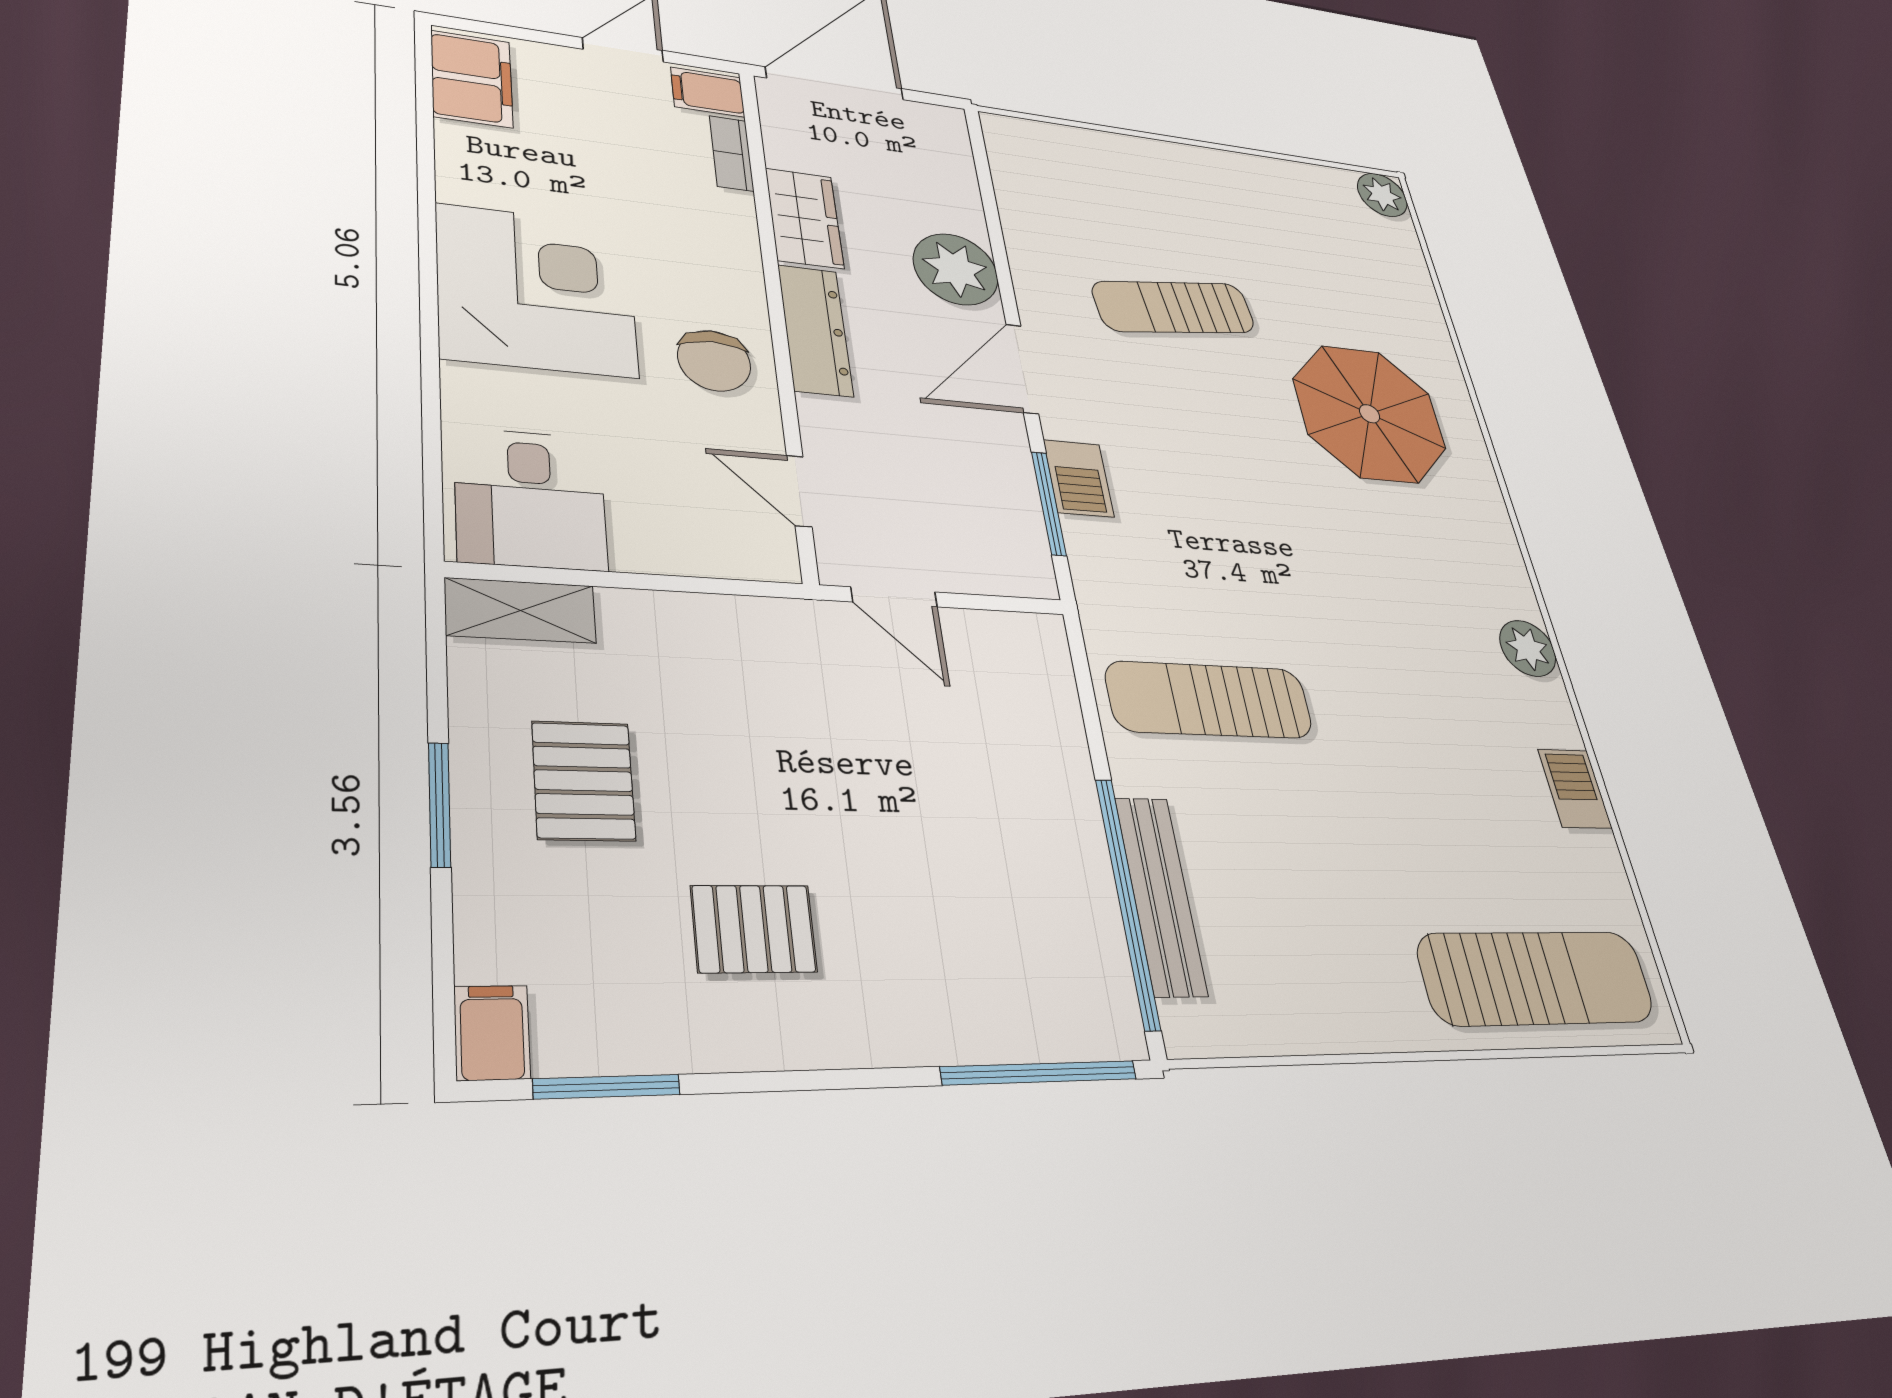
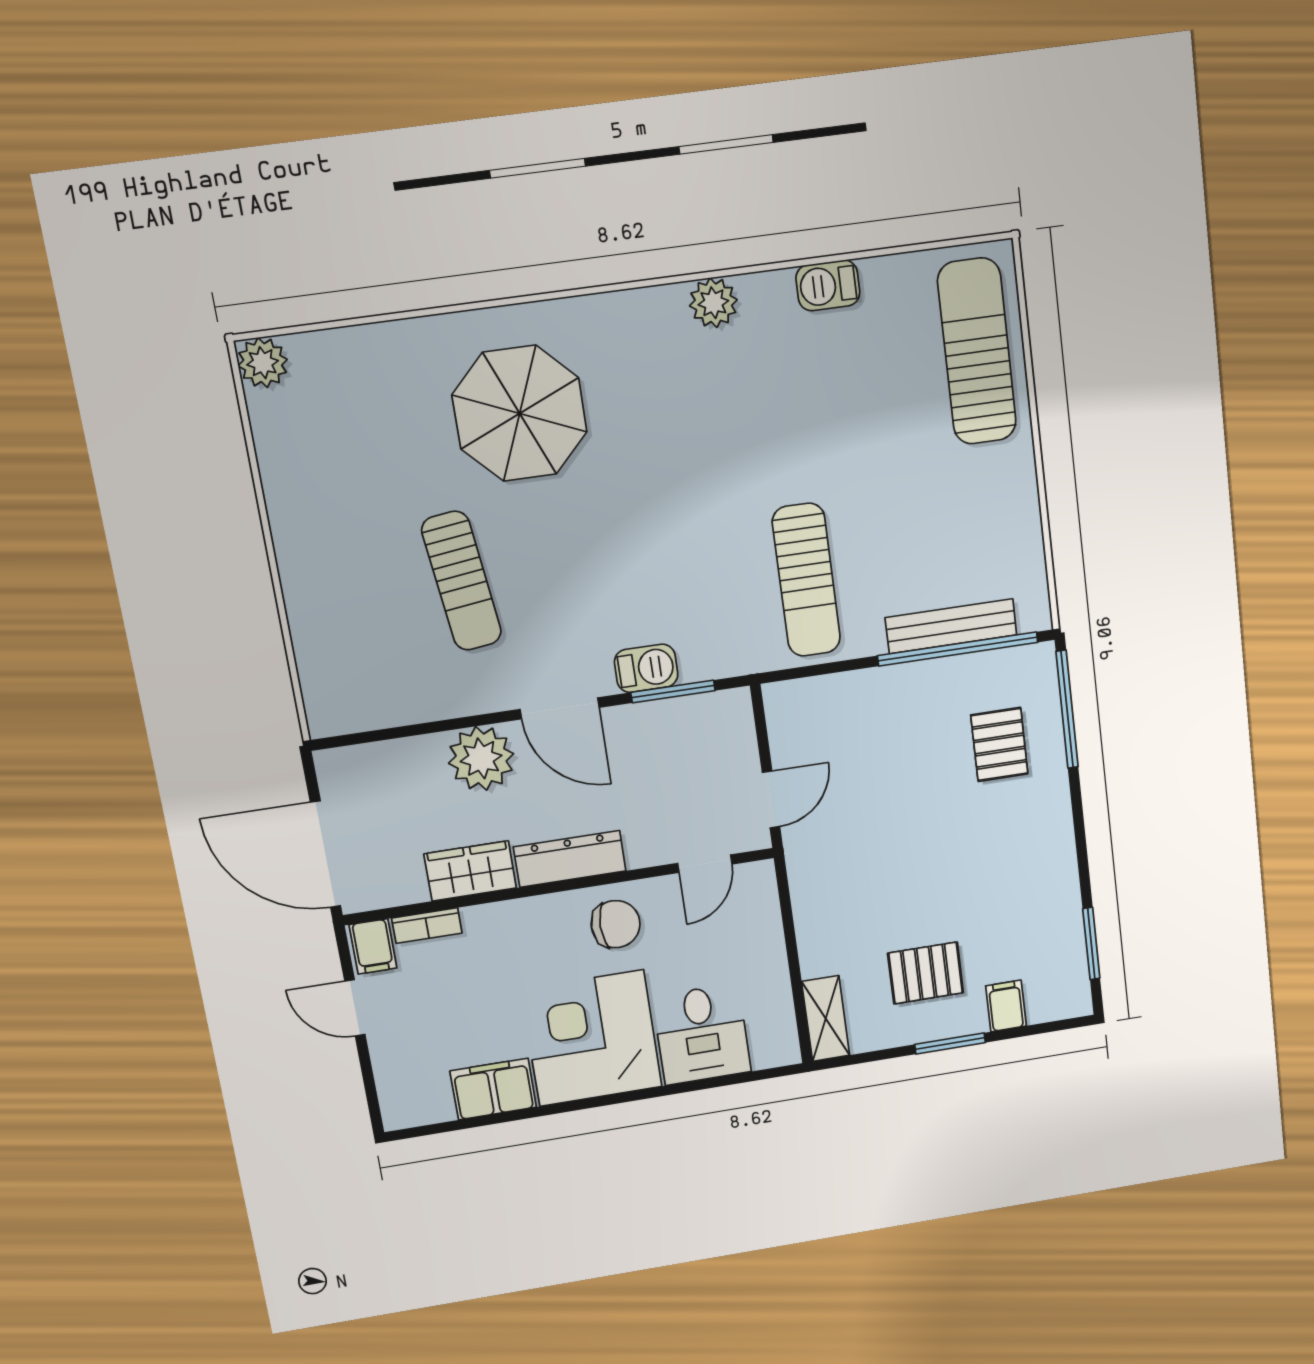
filing cabinet: (472, 79) -> (493, 1089), moved
desk: (531, 499) -> (702, 1034), moved, turned 90
pallet: (754, 929) -> (999, 744), moved
filing cabinet: (492, 1033) -> (1006, 1006), moved, turned 90

